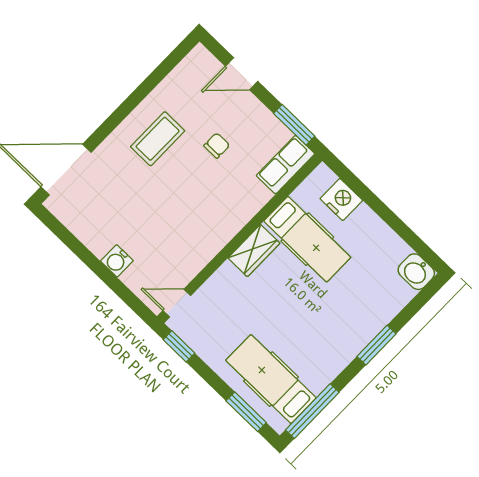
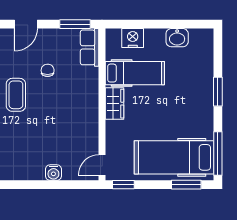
washbasin: (416, 272) -> (177, 38), moved
hospital bed: (271, 379) -> (174, 157), width x1.37, depth x1.29

